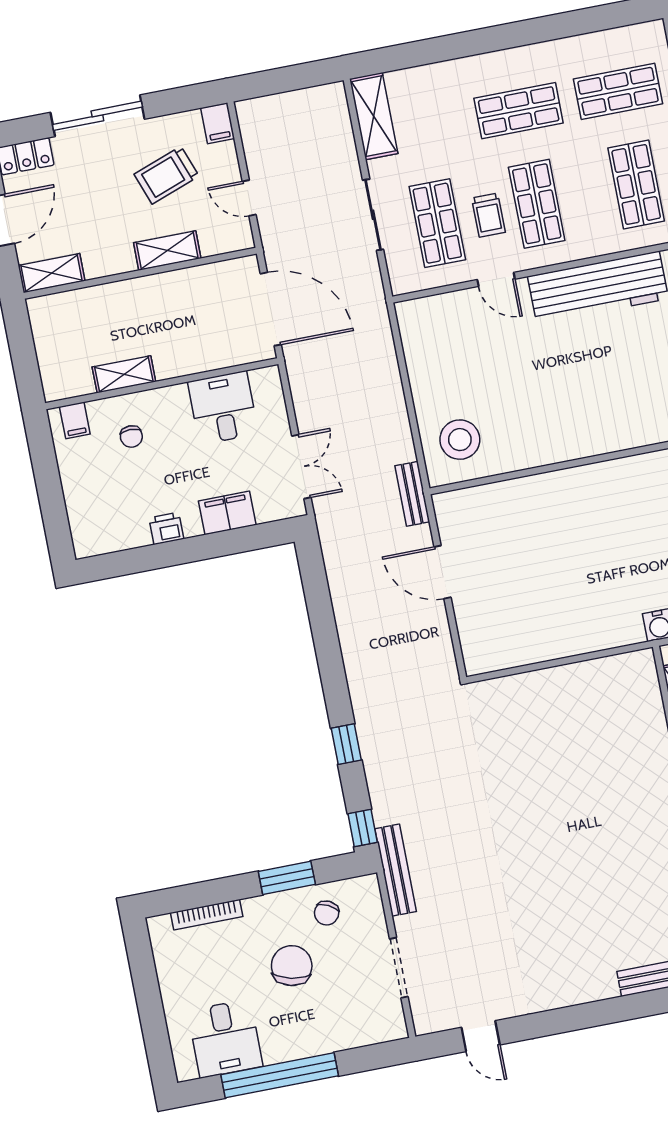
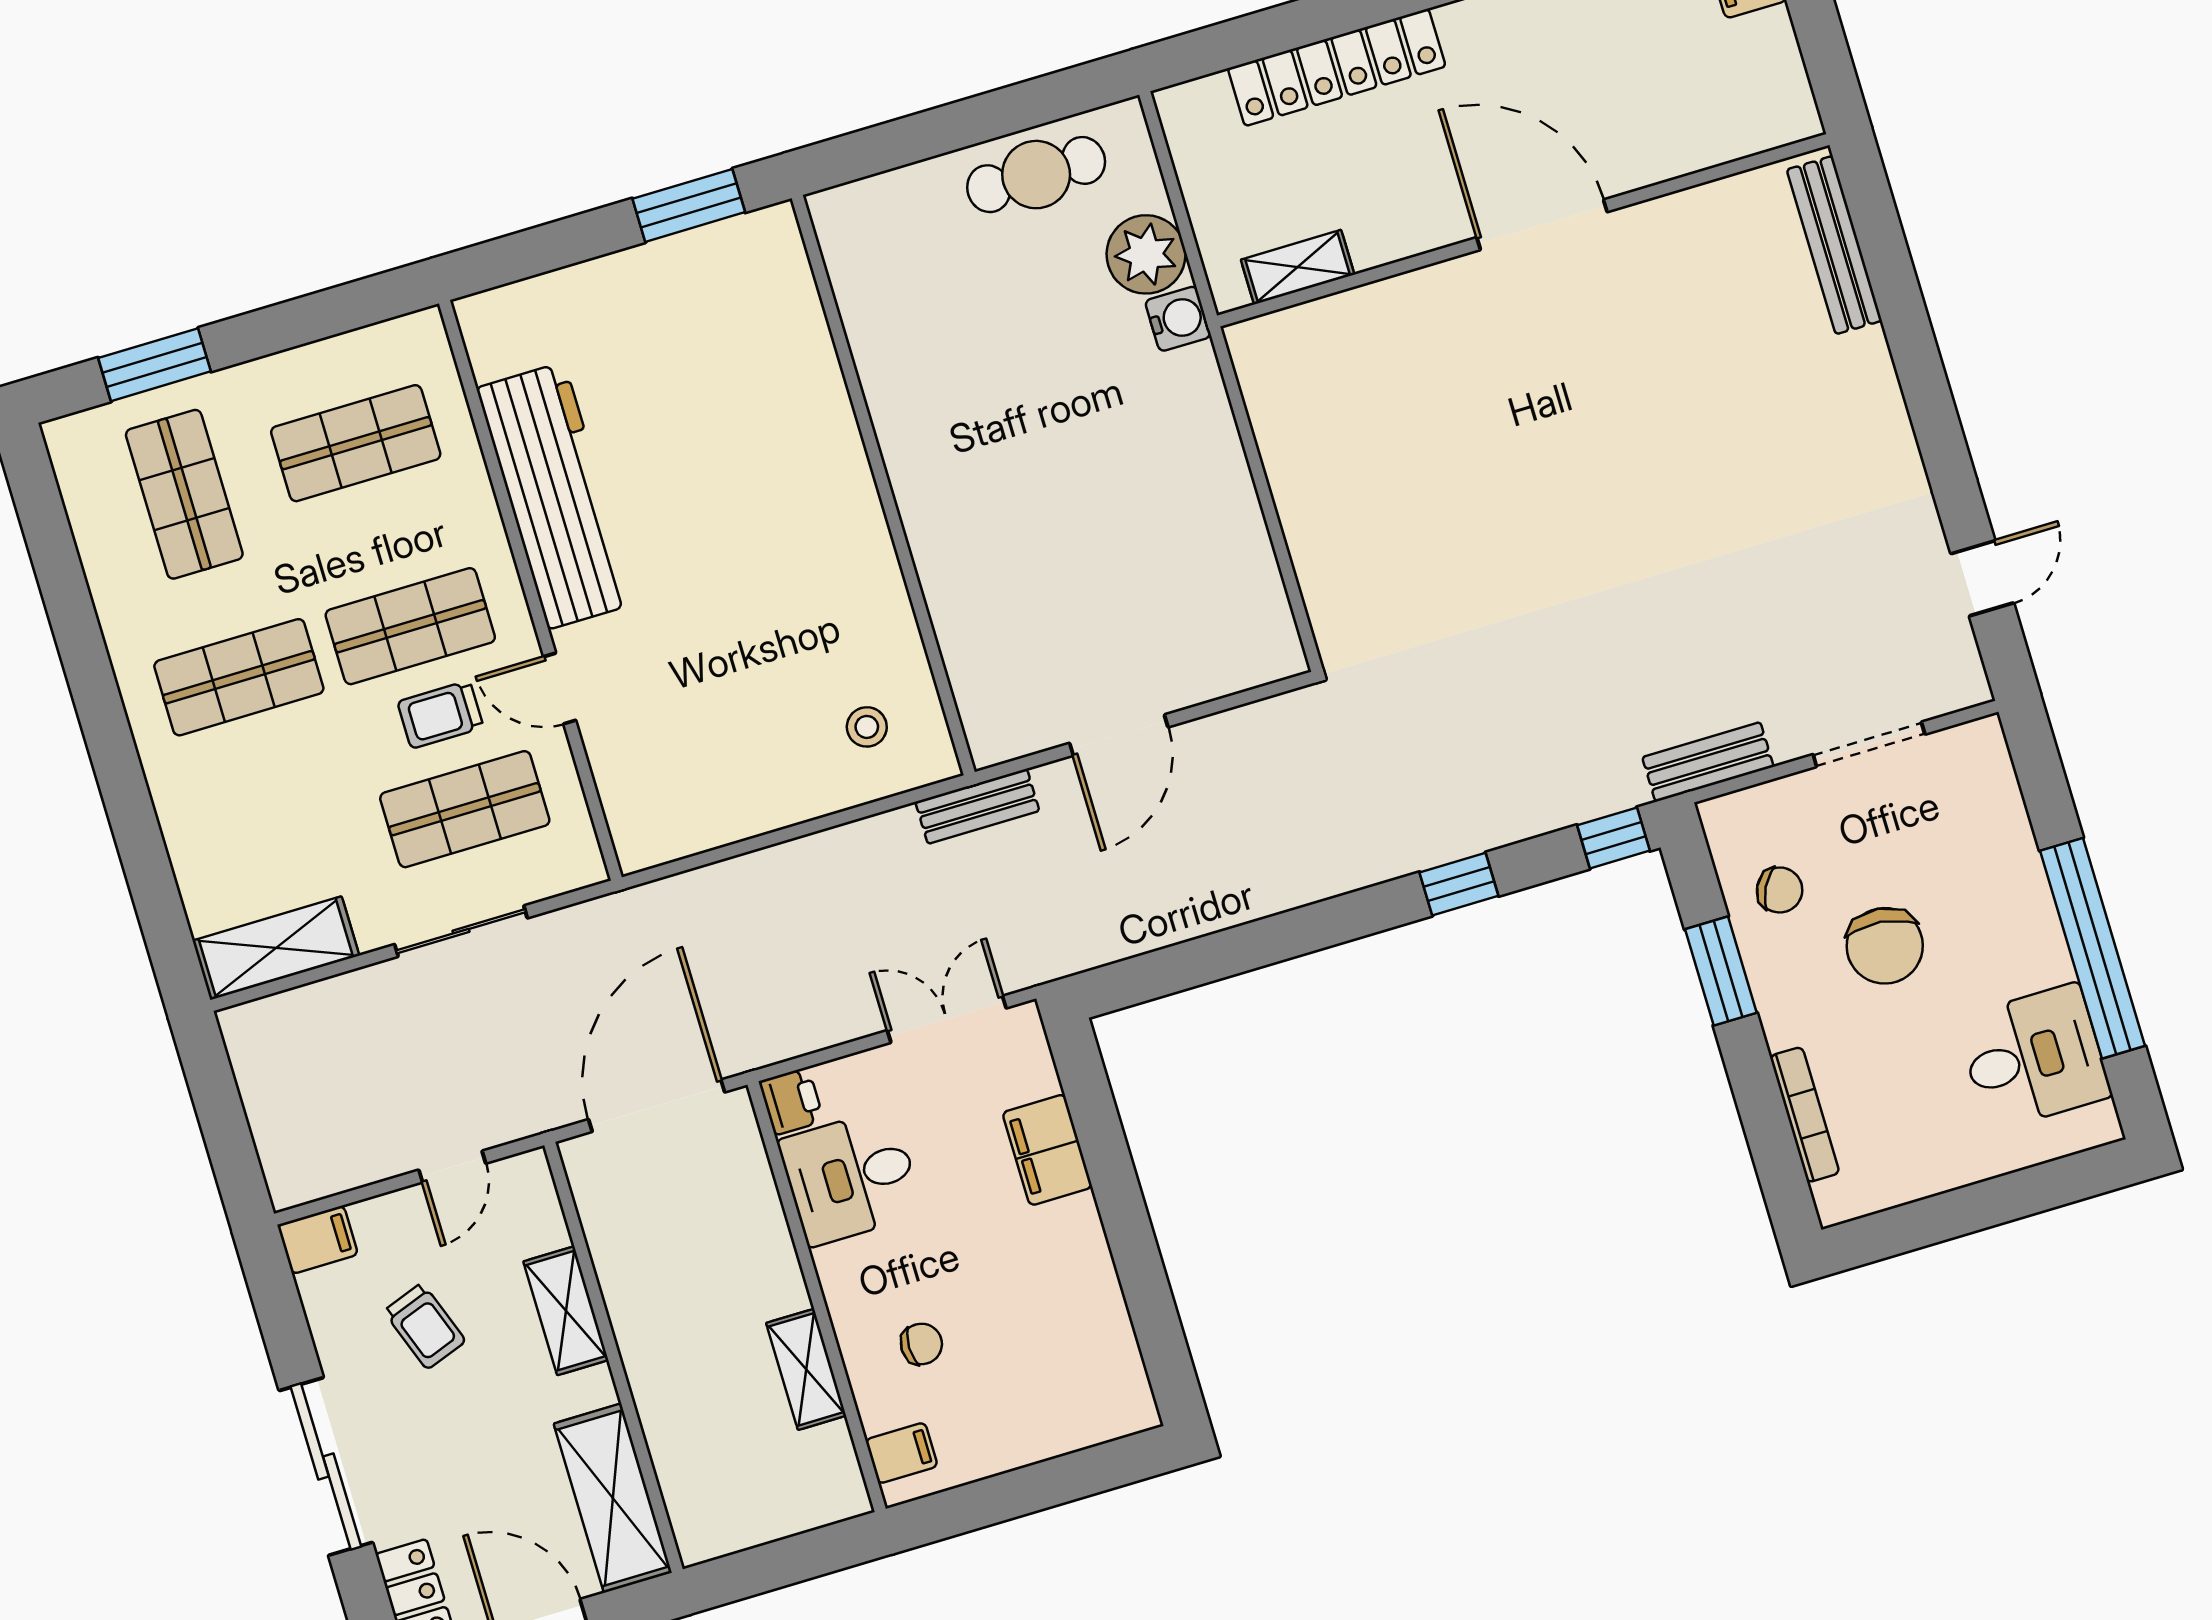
shop shelf: (519, 111) -> (239, 677), turned 90
trolley: (166, 175) -> (425, 1326), width x0.73, depth x0.72
trolley: (488, 215) -> (440, 715), turned 180
shelving: (51, 273) -> (613, 1498), width x1.50, depth x1.33
door: (496, 279) -> (560, 688), swing flipped
stool: (460, 440) -> (867, 727), width x0.53, depth x0.53
printer: (166, 528) -> (791, 1101), moved, turned 180
bench: (396, 870) -> (1708, 762), width x0.73
chair: (292, 966) -> (1885, 946), turned -97

